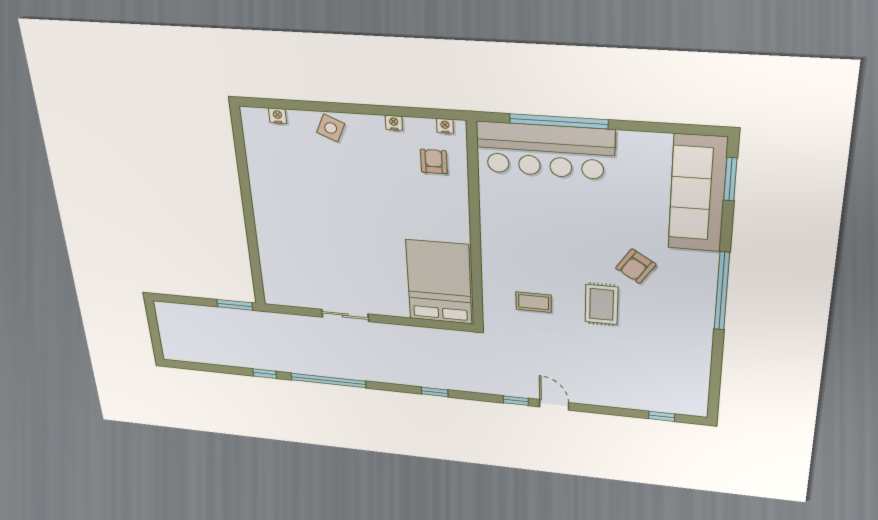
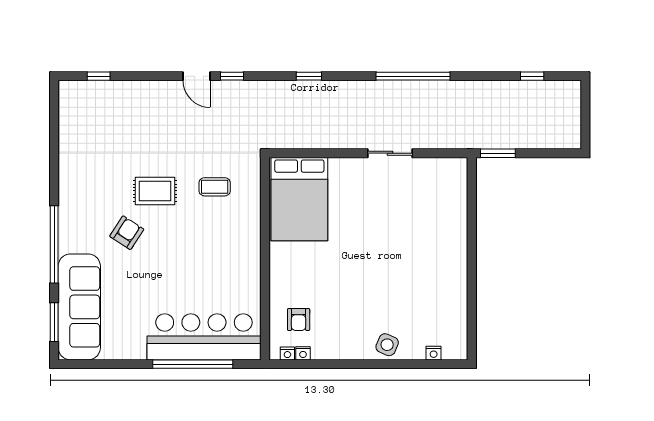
nightstand: (394, 123) -> (303, 353), moved
window: (722, 291) -> (54, 244), moved
rug: (602, 304) -> (155, 191), turned 90
window: (265, 374) -> (532, 76), moved

